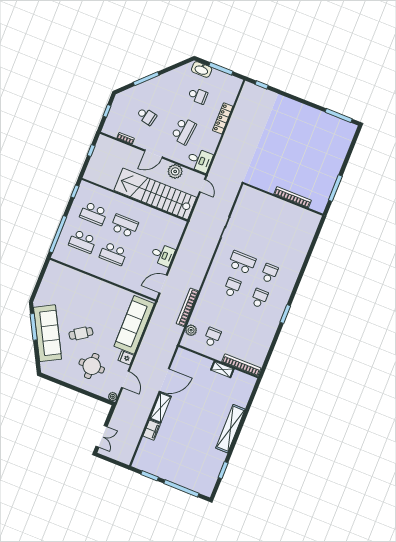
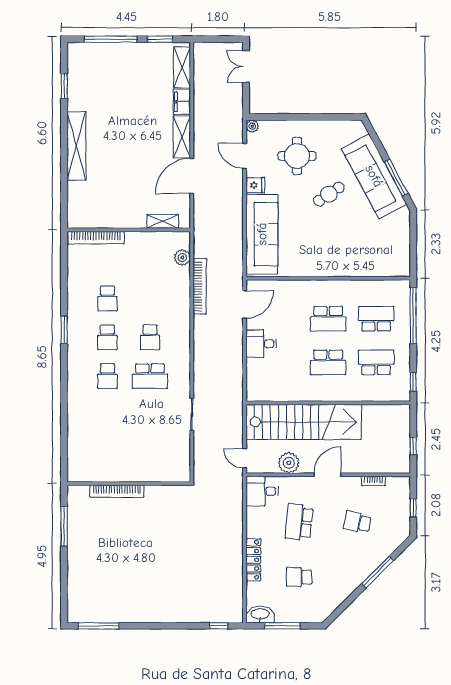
washbasin: (202, 69) -> (260, 614), moved
school desk: (113, 254) -> (328, 319), turned 180
school desk: (212, 337) -> (107, 298), moved
shelving: (222, 369) -> (163, 221), moved
shelving: (143, 452) -> (182, 67), added

